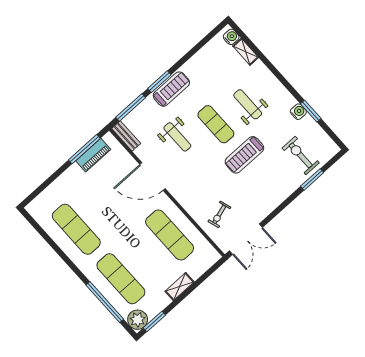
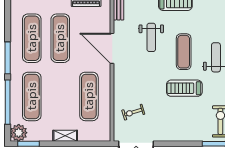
exercise mat: (101, 207) -> (60, 38), added
window: (71, 264) -> (8, 58), added

